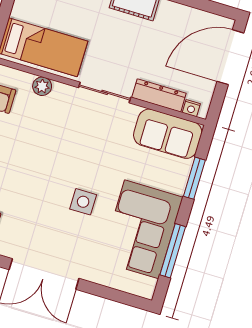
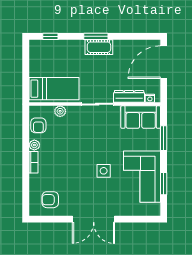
window: (173, 251) -> (164, 184), width x0.69

